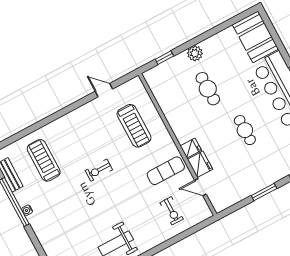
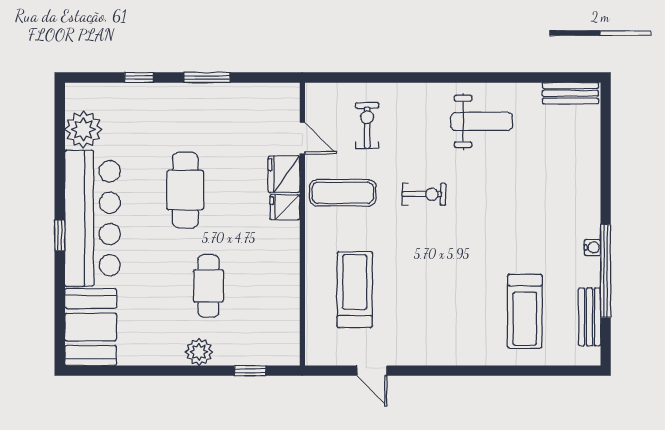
cafe table: (245, 130) -> (185, 190), width x1.37, depth x1.35
exercise bike: (99, 170) -> (424, 194), moved

